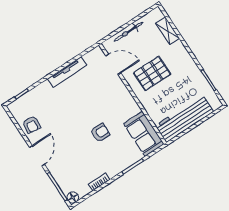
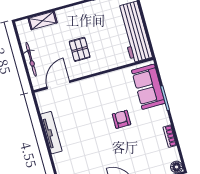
pallet: (152, 73) -> (80, 49), width x0.67, depth x0.71
sofa: (144, 134) -> (148, 87), moved, turned 90

